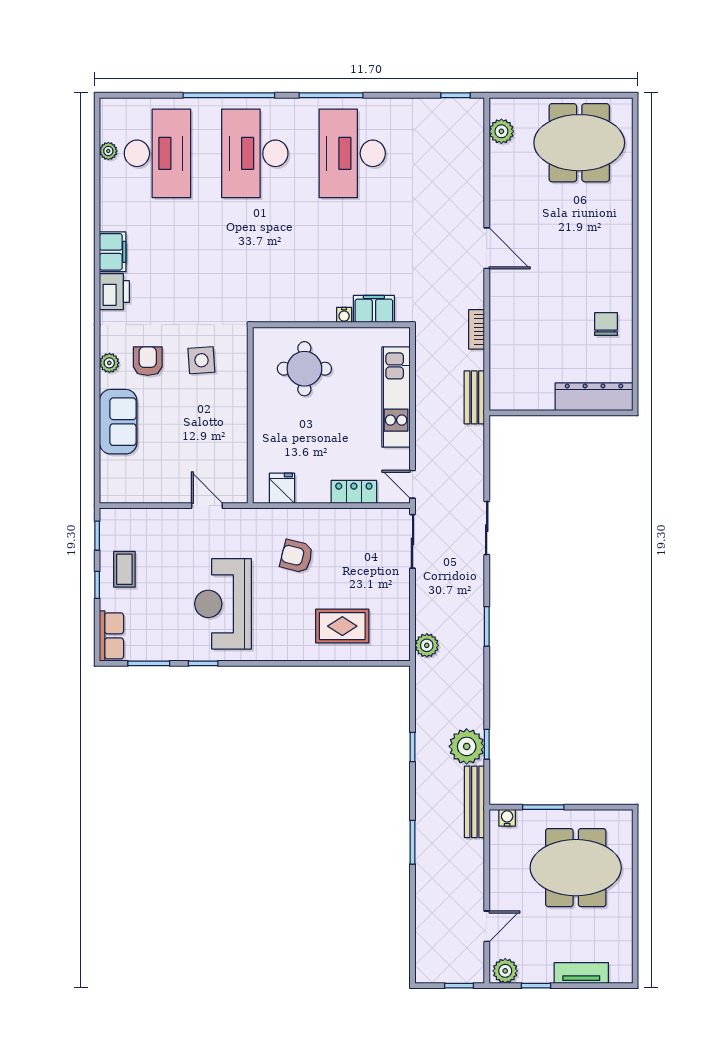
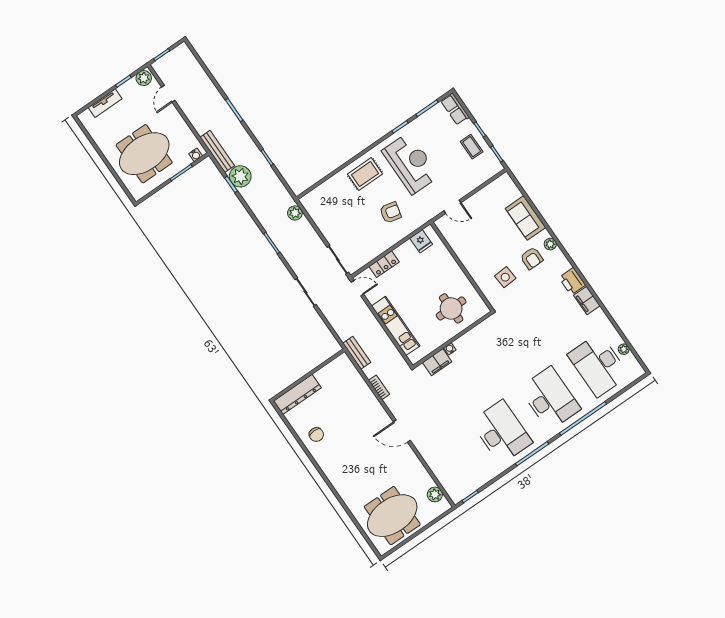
rug: (342, 626) -> (365, 174), moved

